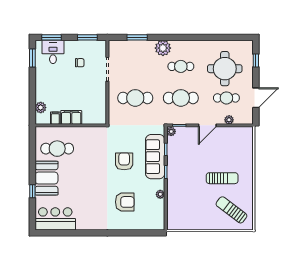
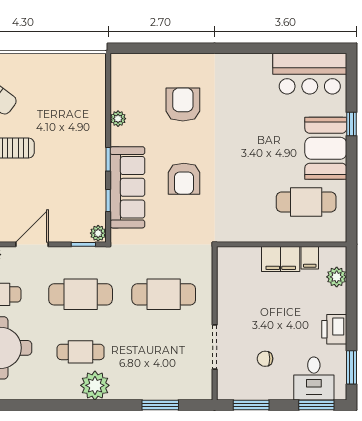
plant: (163, 48) -> (95, 385), moved
printer: (42, 79) -> (334, 329), added
armchair: (125, 202) -> (183, 105), turned 90

